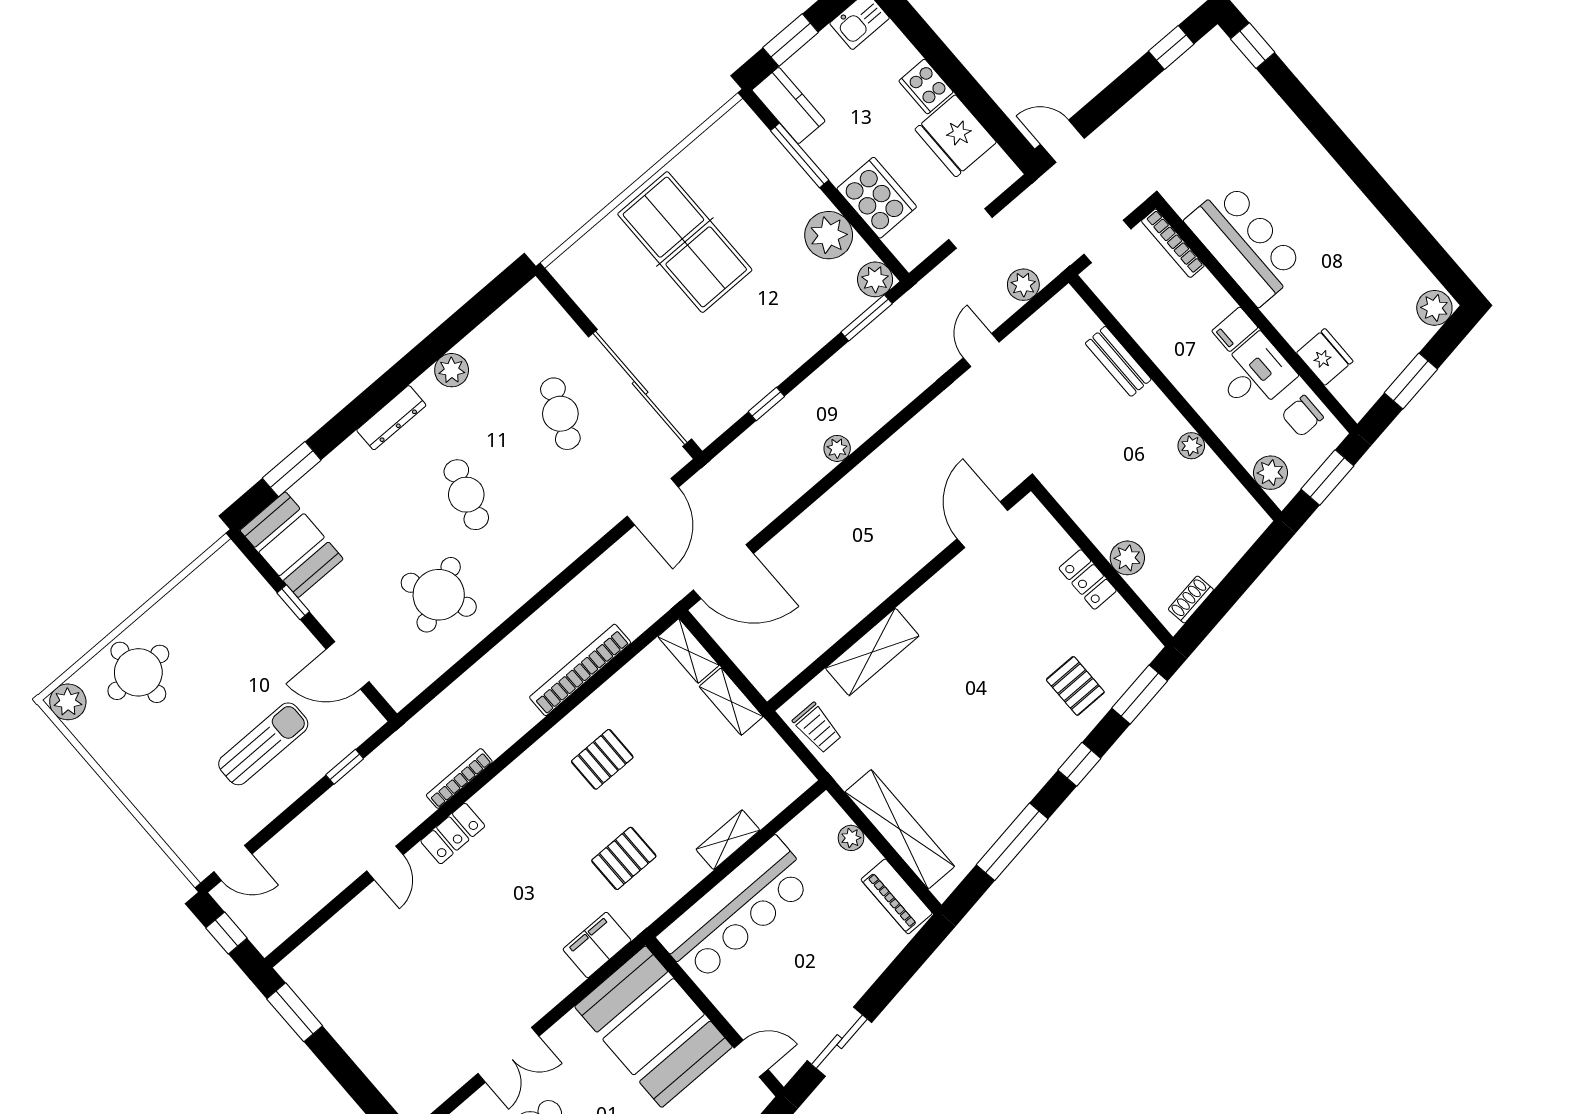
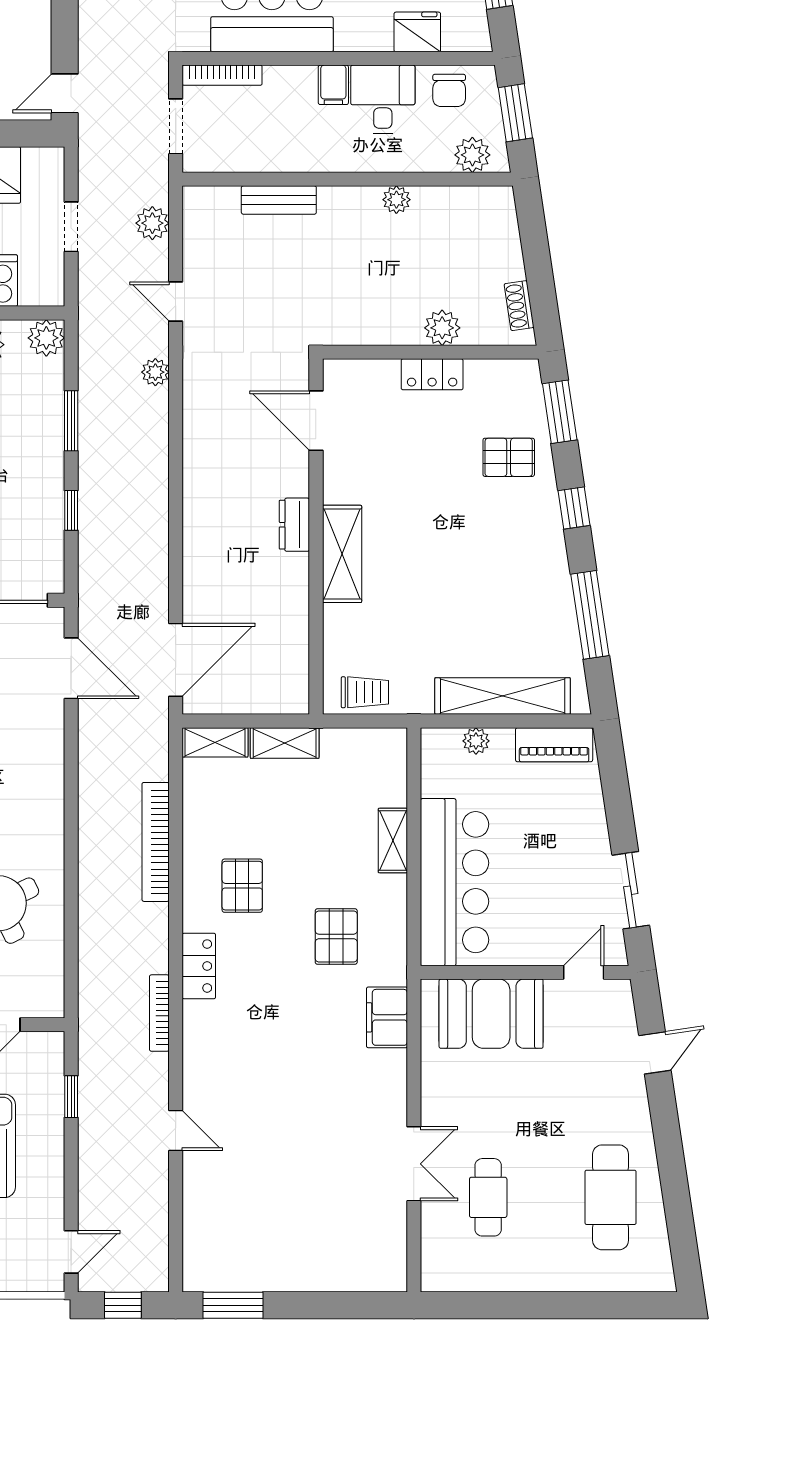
window: (867, 318) -> (71, 421), moved
plant: (837, 448) -> (155, 372), moved
dresser: (894, 573) -> (294, 525), added
shelving: (872, 652) -> (342, 554), moved
locker: (453, 834) -> (199, 966), moved
booth: (654, 1027) -> (491, 1014), width x0.73, depth x0.70

